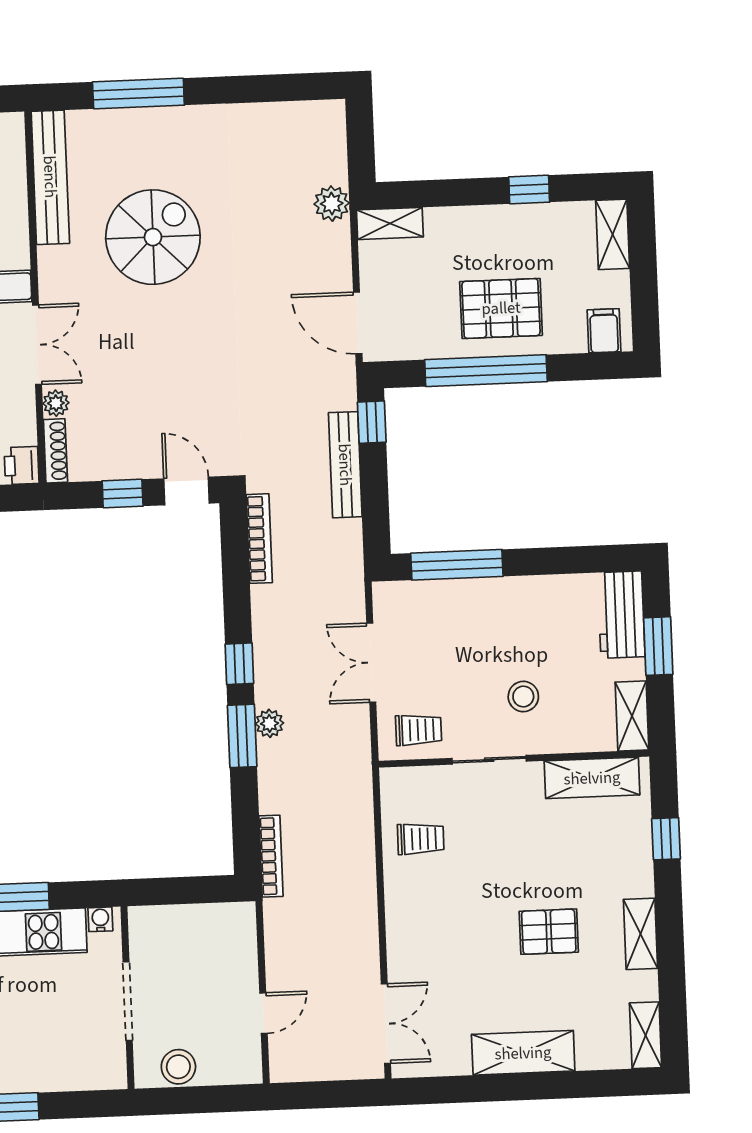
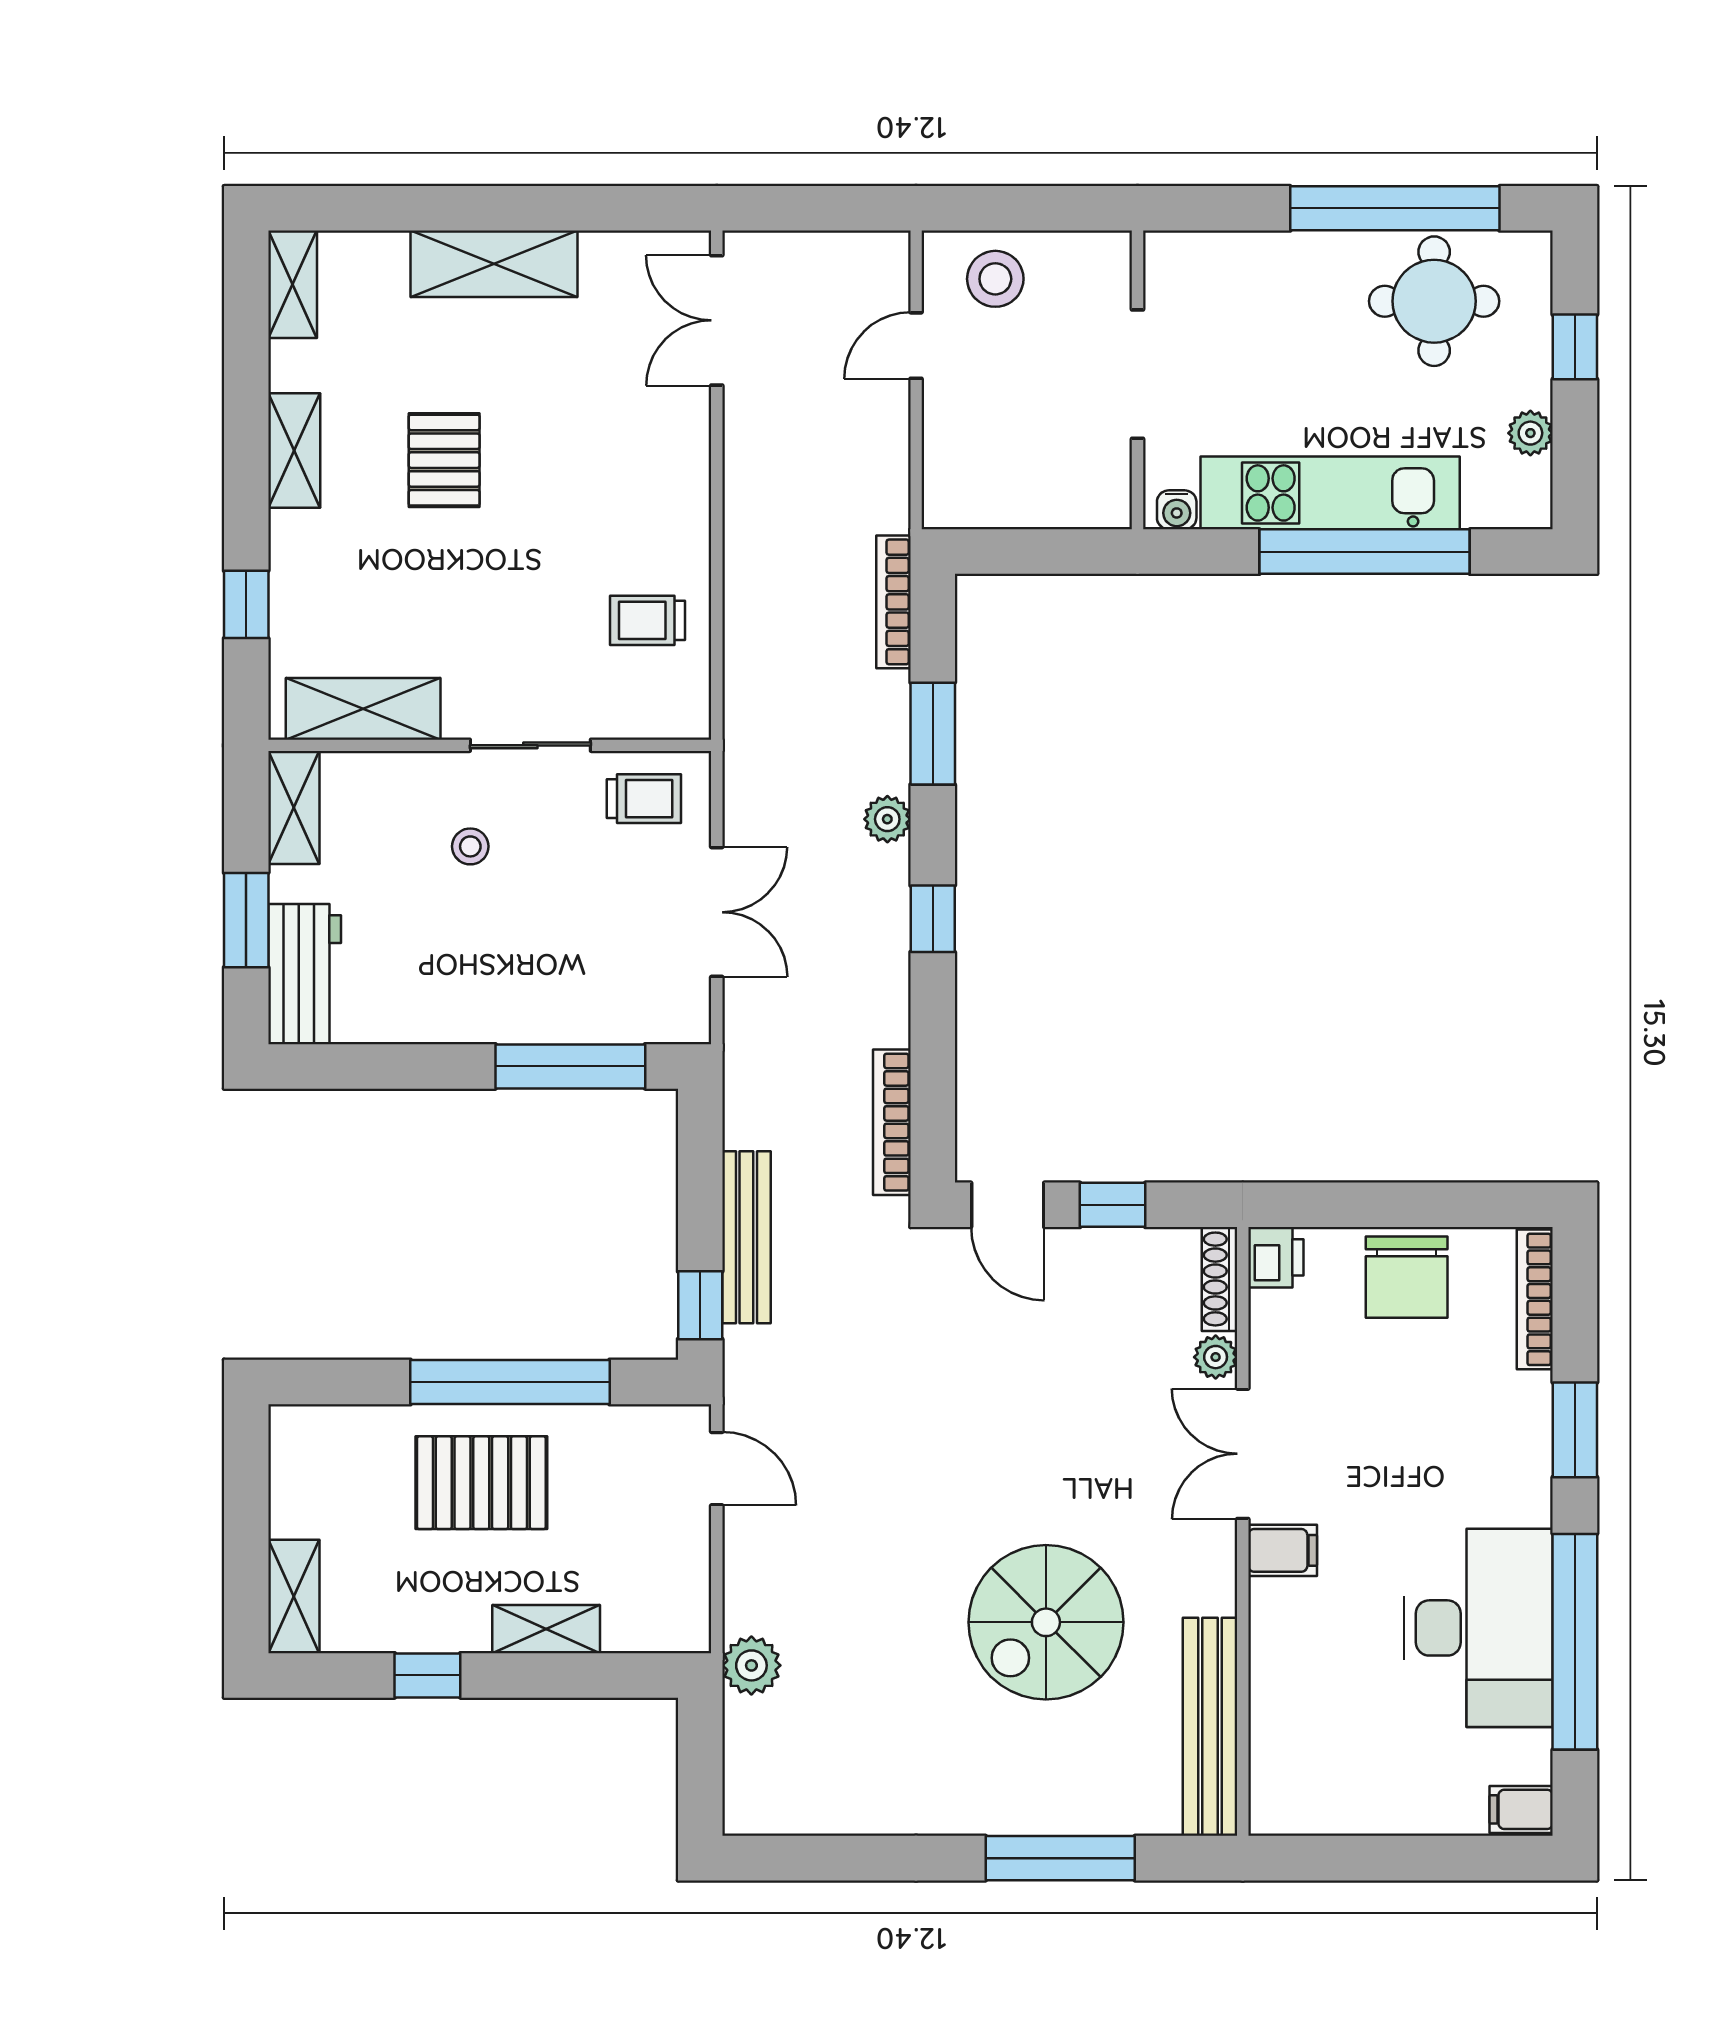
shelving: (390, 223) -> (546, 1629), moved
door: (358, 323) -> (717, 1469), width x0.73
filing cabinet: (604, 331) -> (314, 1439), removed
stool: (523, 697) -> (470, 846), width x0.73, depth x0.73
trolley: (419, 730) -> (644, 799), turned 180
window: (242, 736) -> (933, 734), moved
pallet: (549, 932) -> (444, 460), turned 90
stool: (178, 1067) -> (995, 279), moved

